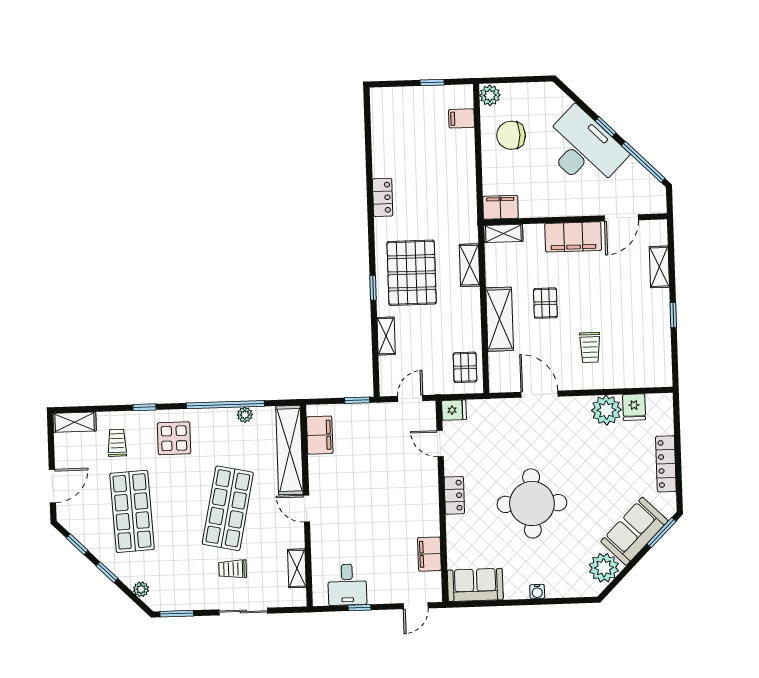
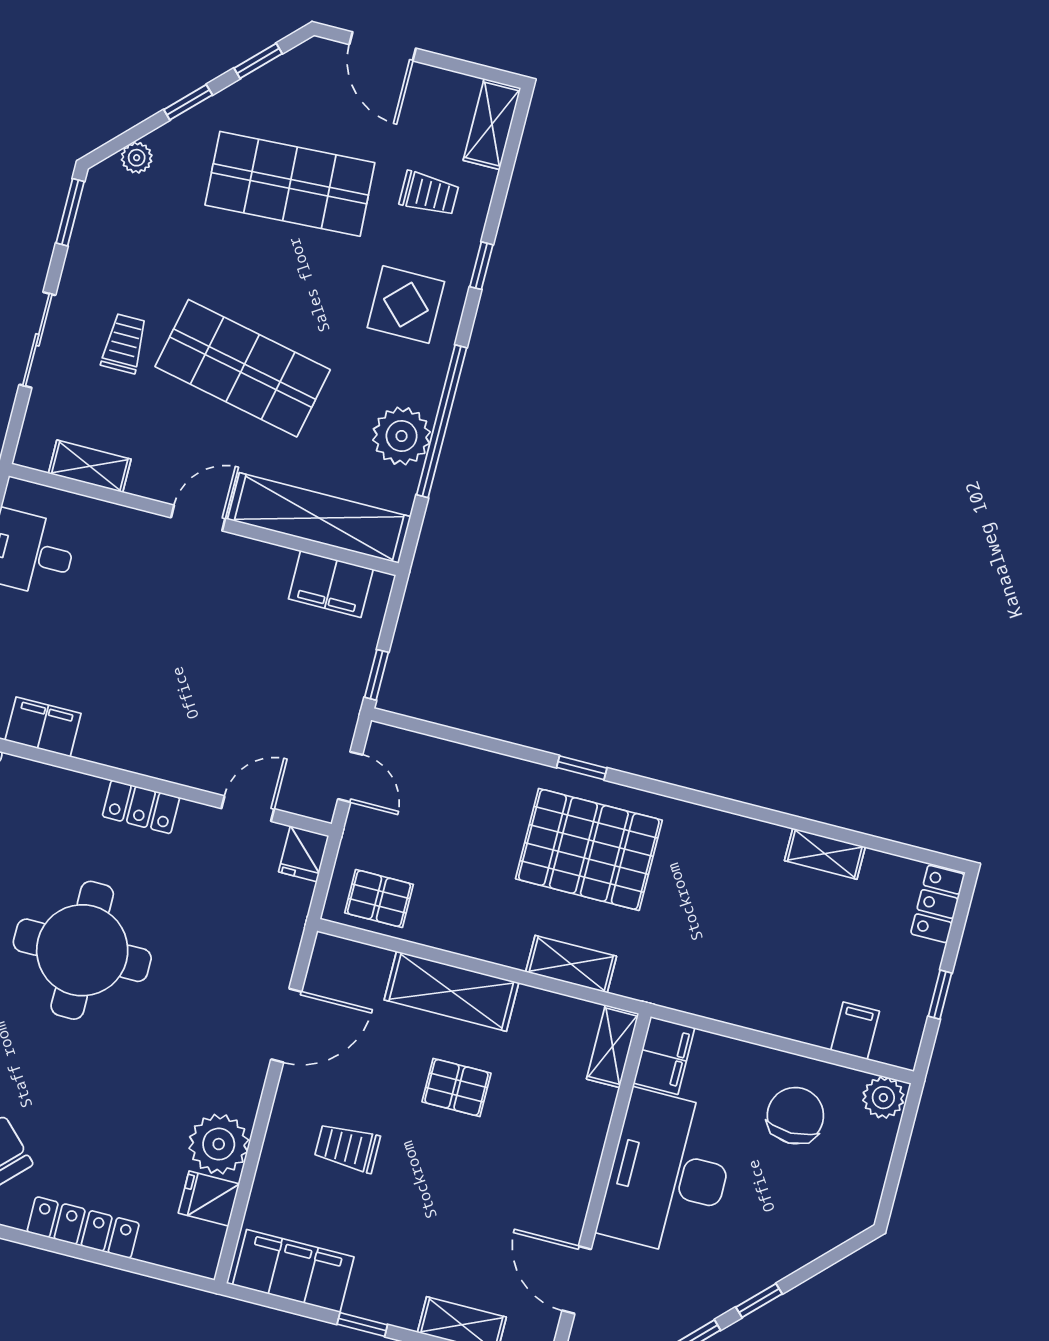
desk: (583, 149) -> (669, 1174), moved, turned 135
locker: (383, 197) -> (938, 904), moved, turned 90
filing cabinet: (573, 237) -> (293, 1271), moved, turned 90
shelving: (386, 336) -> (825, 854), moved
plant: (245, 415) -> (402, 436), width x1.87, depth x1.87

